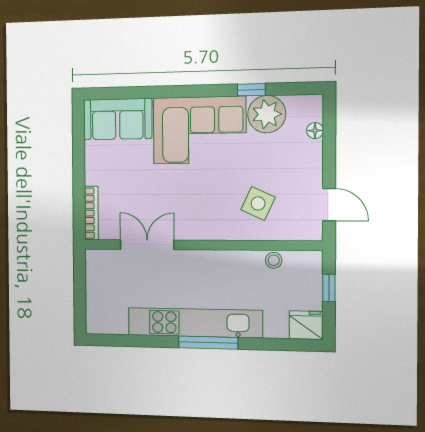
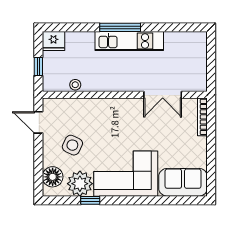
floor lamp: (315, 131) -> (53, 177), width x1.89, depth x1.89
side table: (258, 203) -> (72, 145), moved
kitchen unit: (195, 323) -> (129, 41), width x0.73

